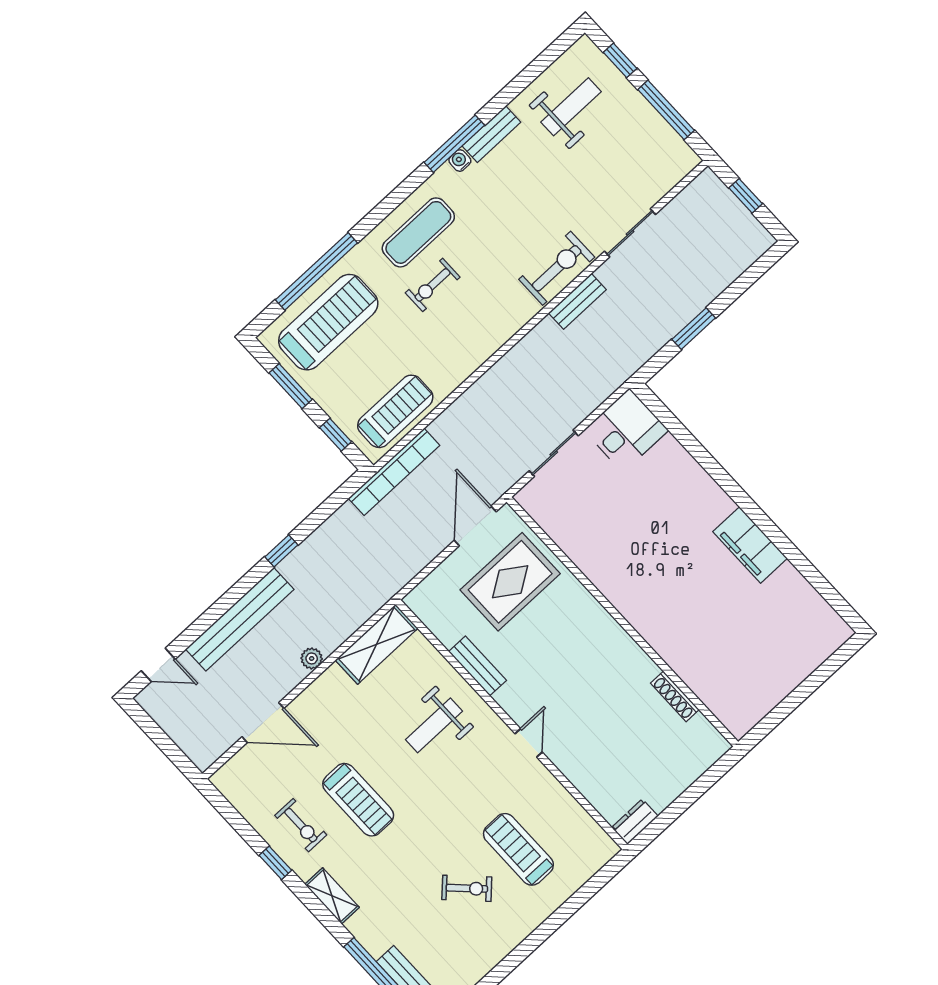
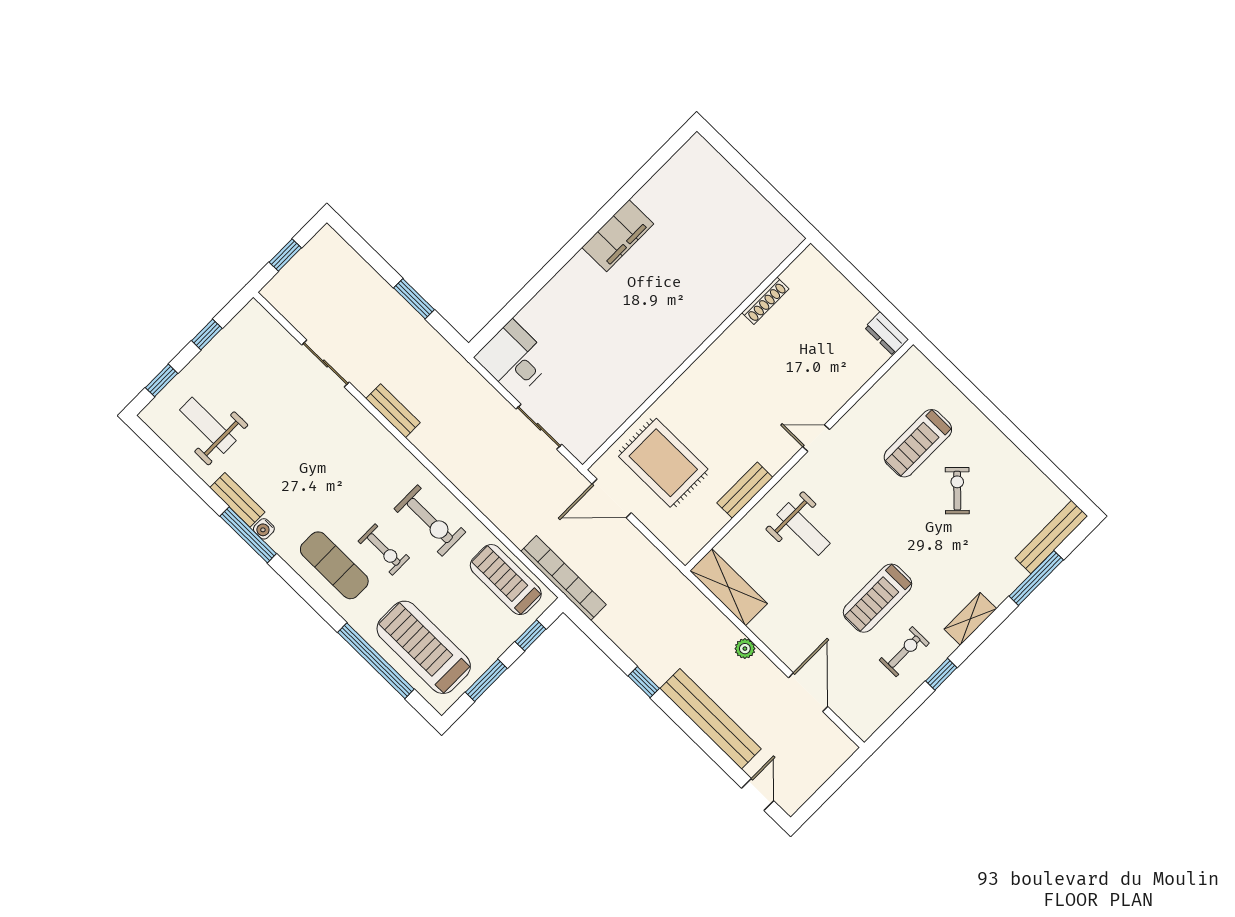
window: (666, 110) -> (207, 335), width x0.46
exercise bike: (557, 268) -> (430, 520), moved, turned 180
treadmill: (358, 800) -> (878, 598), turned 180

